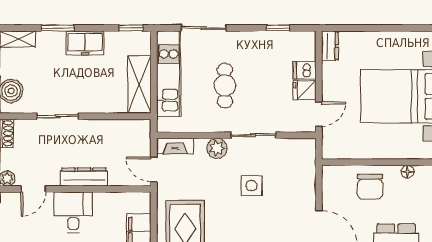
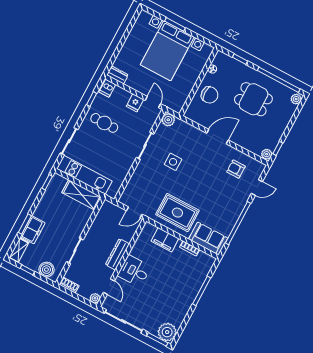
freezer: (85, 43) -> (33, 230), moved
dishwasher: (304, 70) -> (107, 88), moved
cafe table: (225, 86) -> (104, 123), moved
fireplace: (175, 146) -> (128, 193), removed
plant: (217, 148) -> (168, 120), moved

